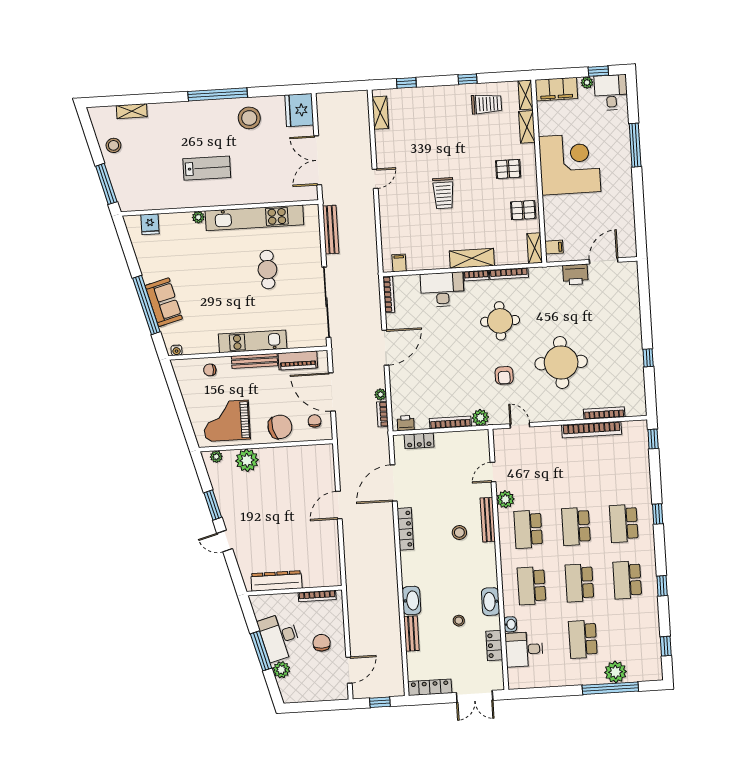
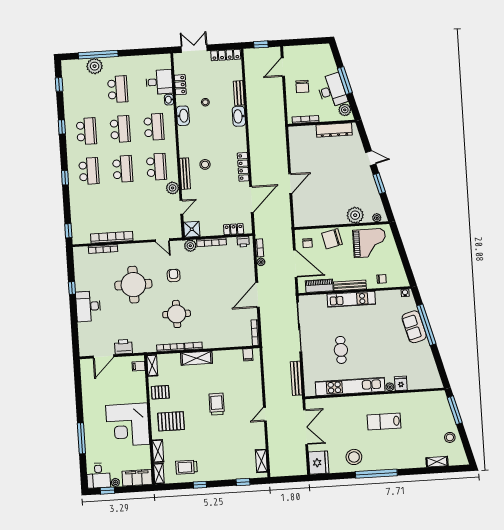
pallet: (508, 169) -> (171, 421), width x1.50, depth x1.42
fridge: (150, 224) -> (401, 383), moved
desk: (442, 289) -> (88, 306), moved, turned 90
shower: (478, 441) -> (192, 229), added
plant: (281, 670) -> (345, 110), moved

